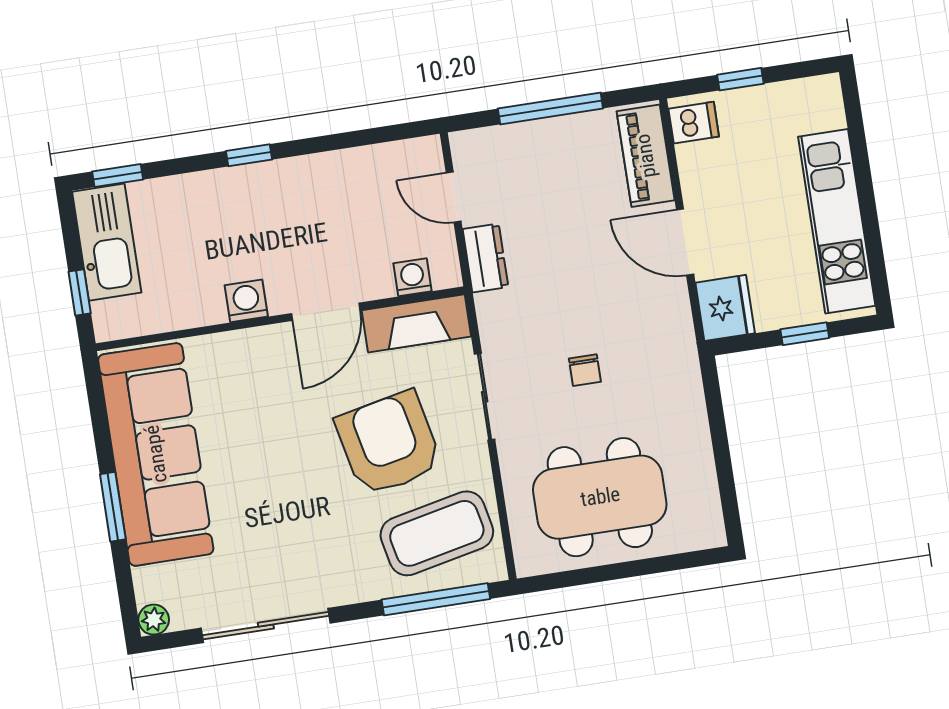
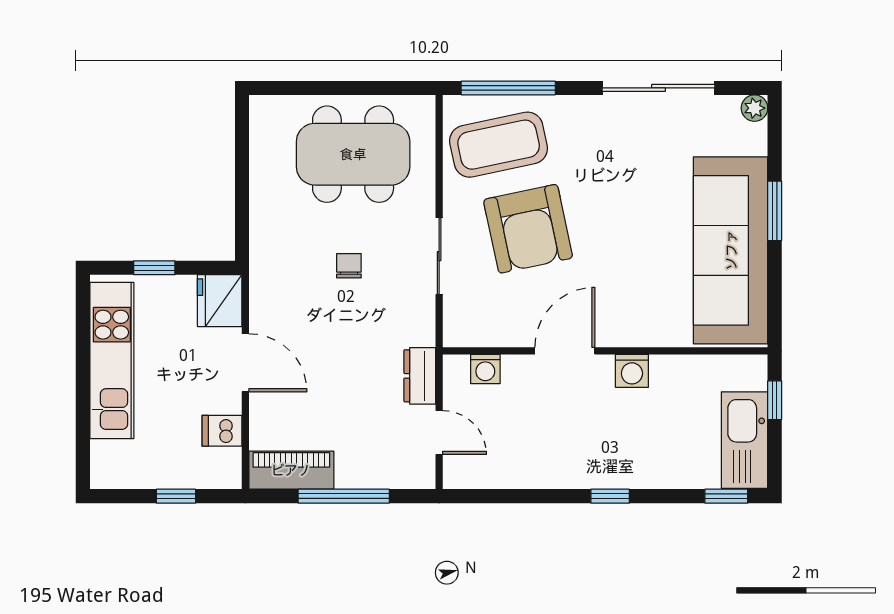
dishwasher: (694, 123) -> (222, 431), moved
piano: (646, 156) -> (291, 470), moved, turned -90
fireplace: (416, 323) -> (488, 329), removed

